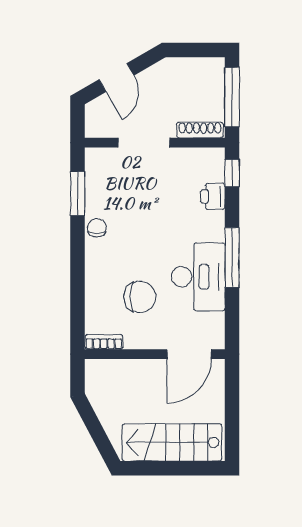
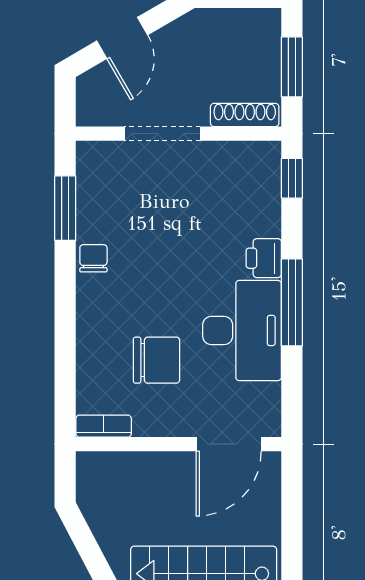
window: (232, 97) -> (292, 67), width x0.69
printer: (213, 196) -> (264, 258), moved

